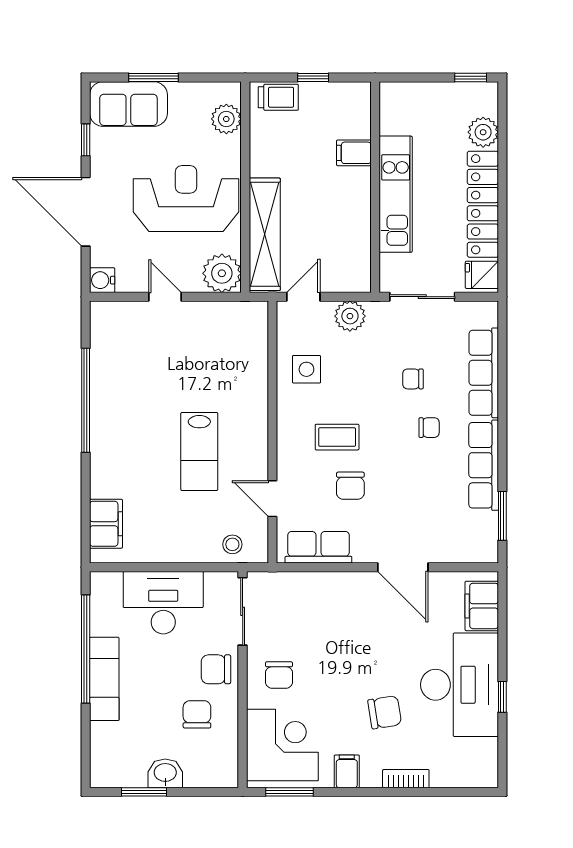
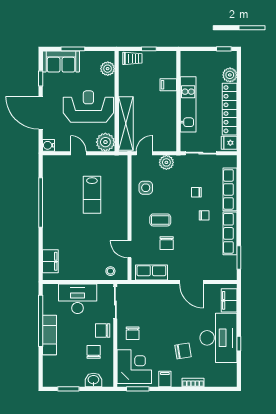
lab bench: (199, 451) -> (92, 195), moved
washbasin: (165, 773) -> (93, 380), moved

